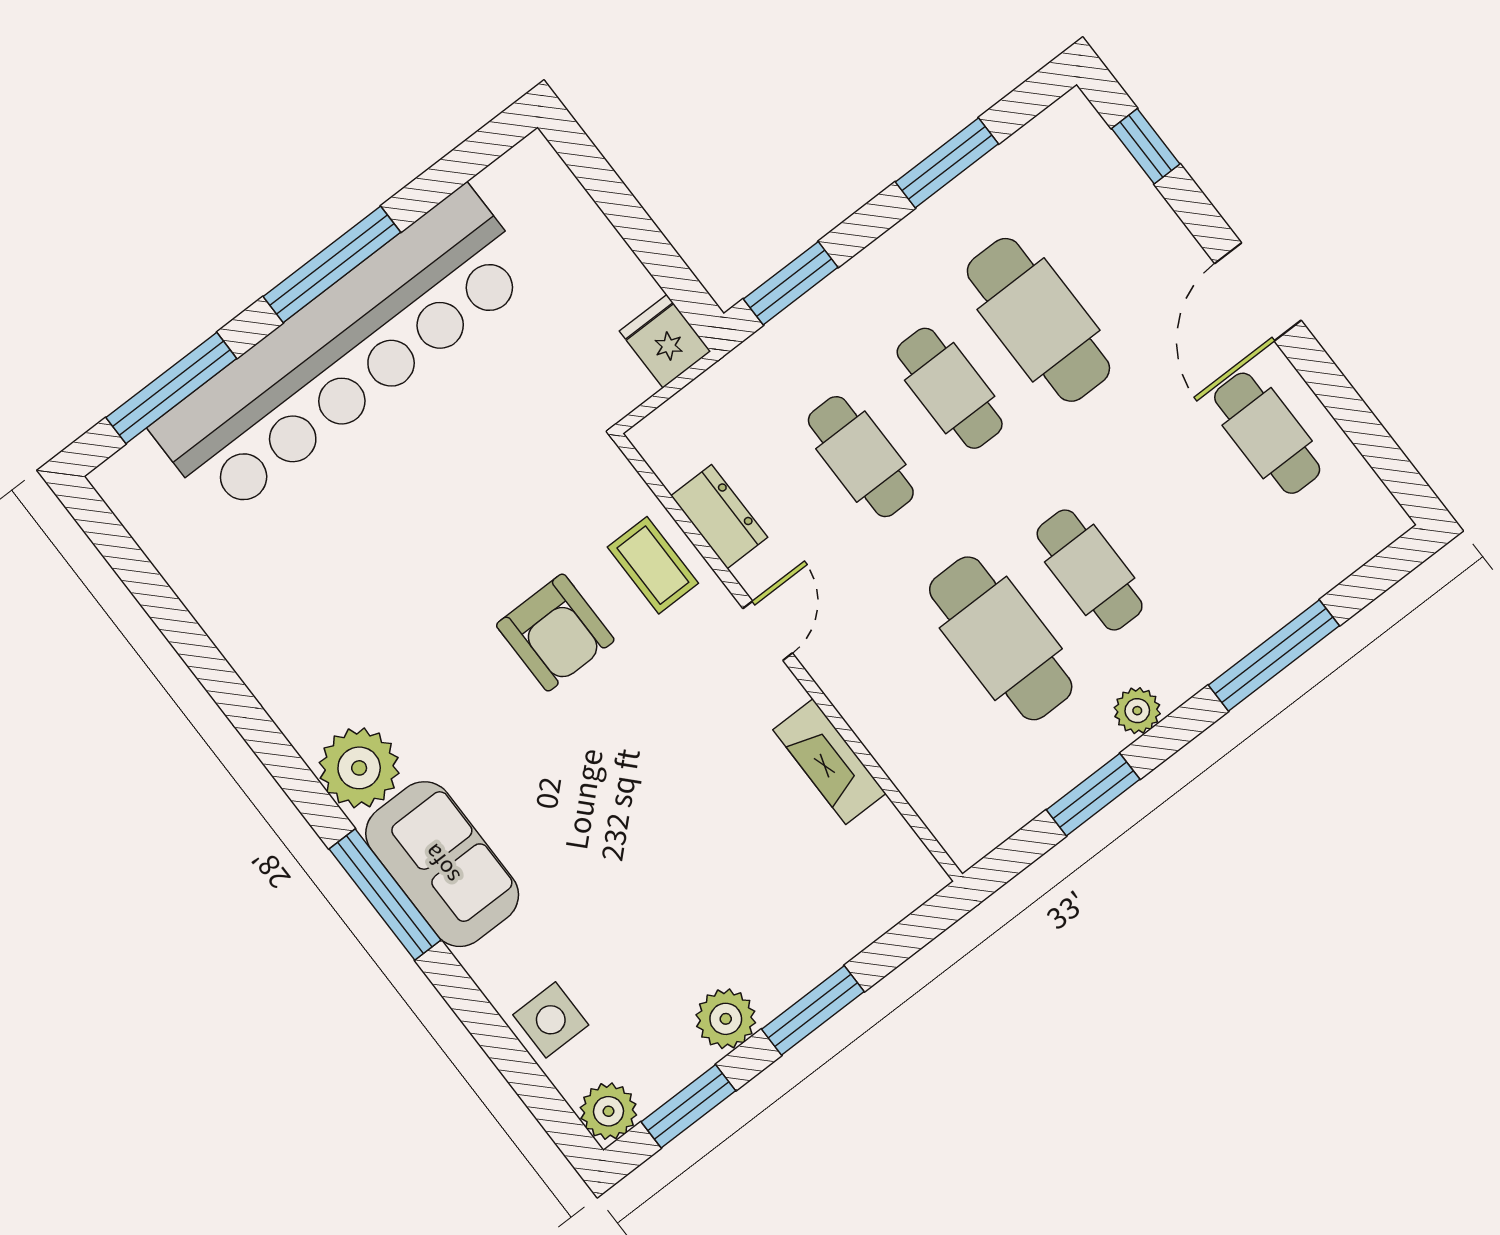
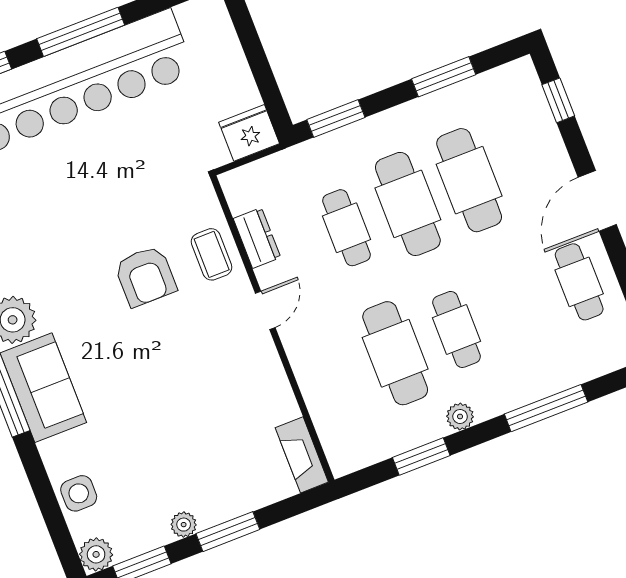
fridge: (665, 341) -> (249, 133), width x1.38
cafe table: (950, 388) -> (408, 204), width x1.37, depth x1.35
fireplace: (829, 762) -> (302, 455), moved
plant: (726, 1019) -> (184, 525), width x0.73, depth x0.73

